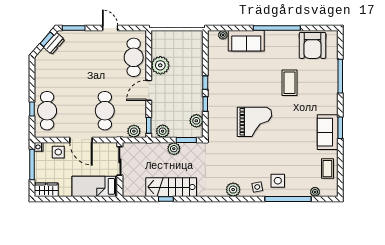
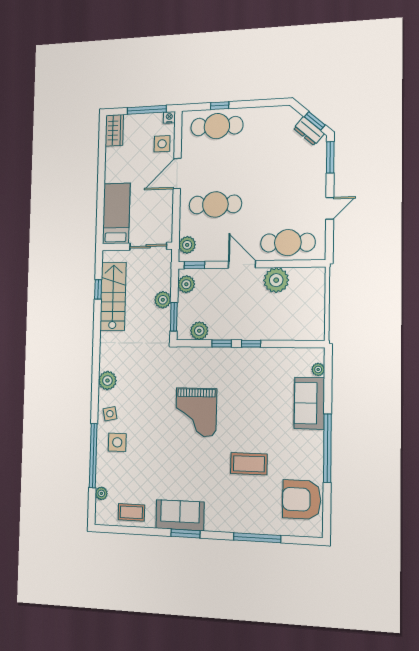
sliding door: (120, 161) -> (148, 246), moved
wall: (120, 169) -> (137, 246), moved
bed: (95, 186) -> (116, 213), moved

